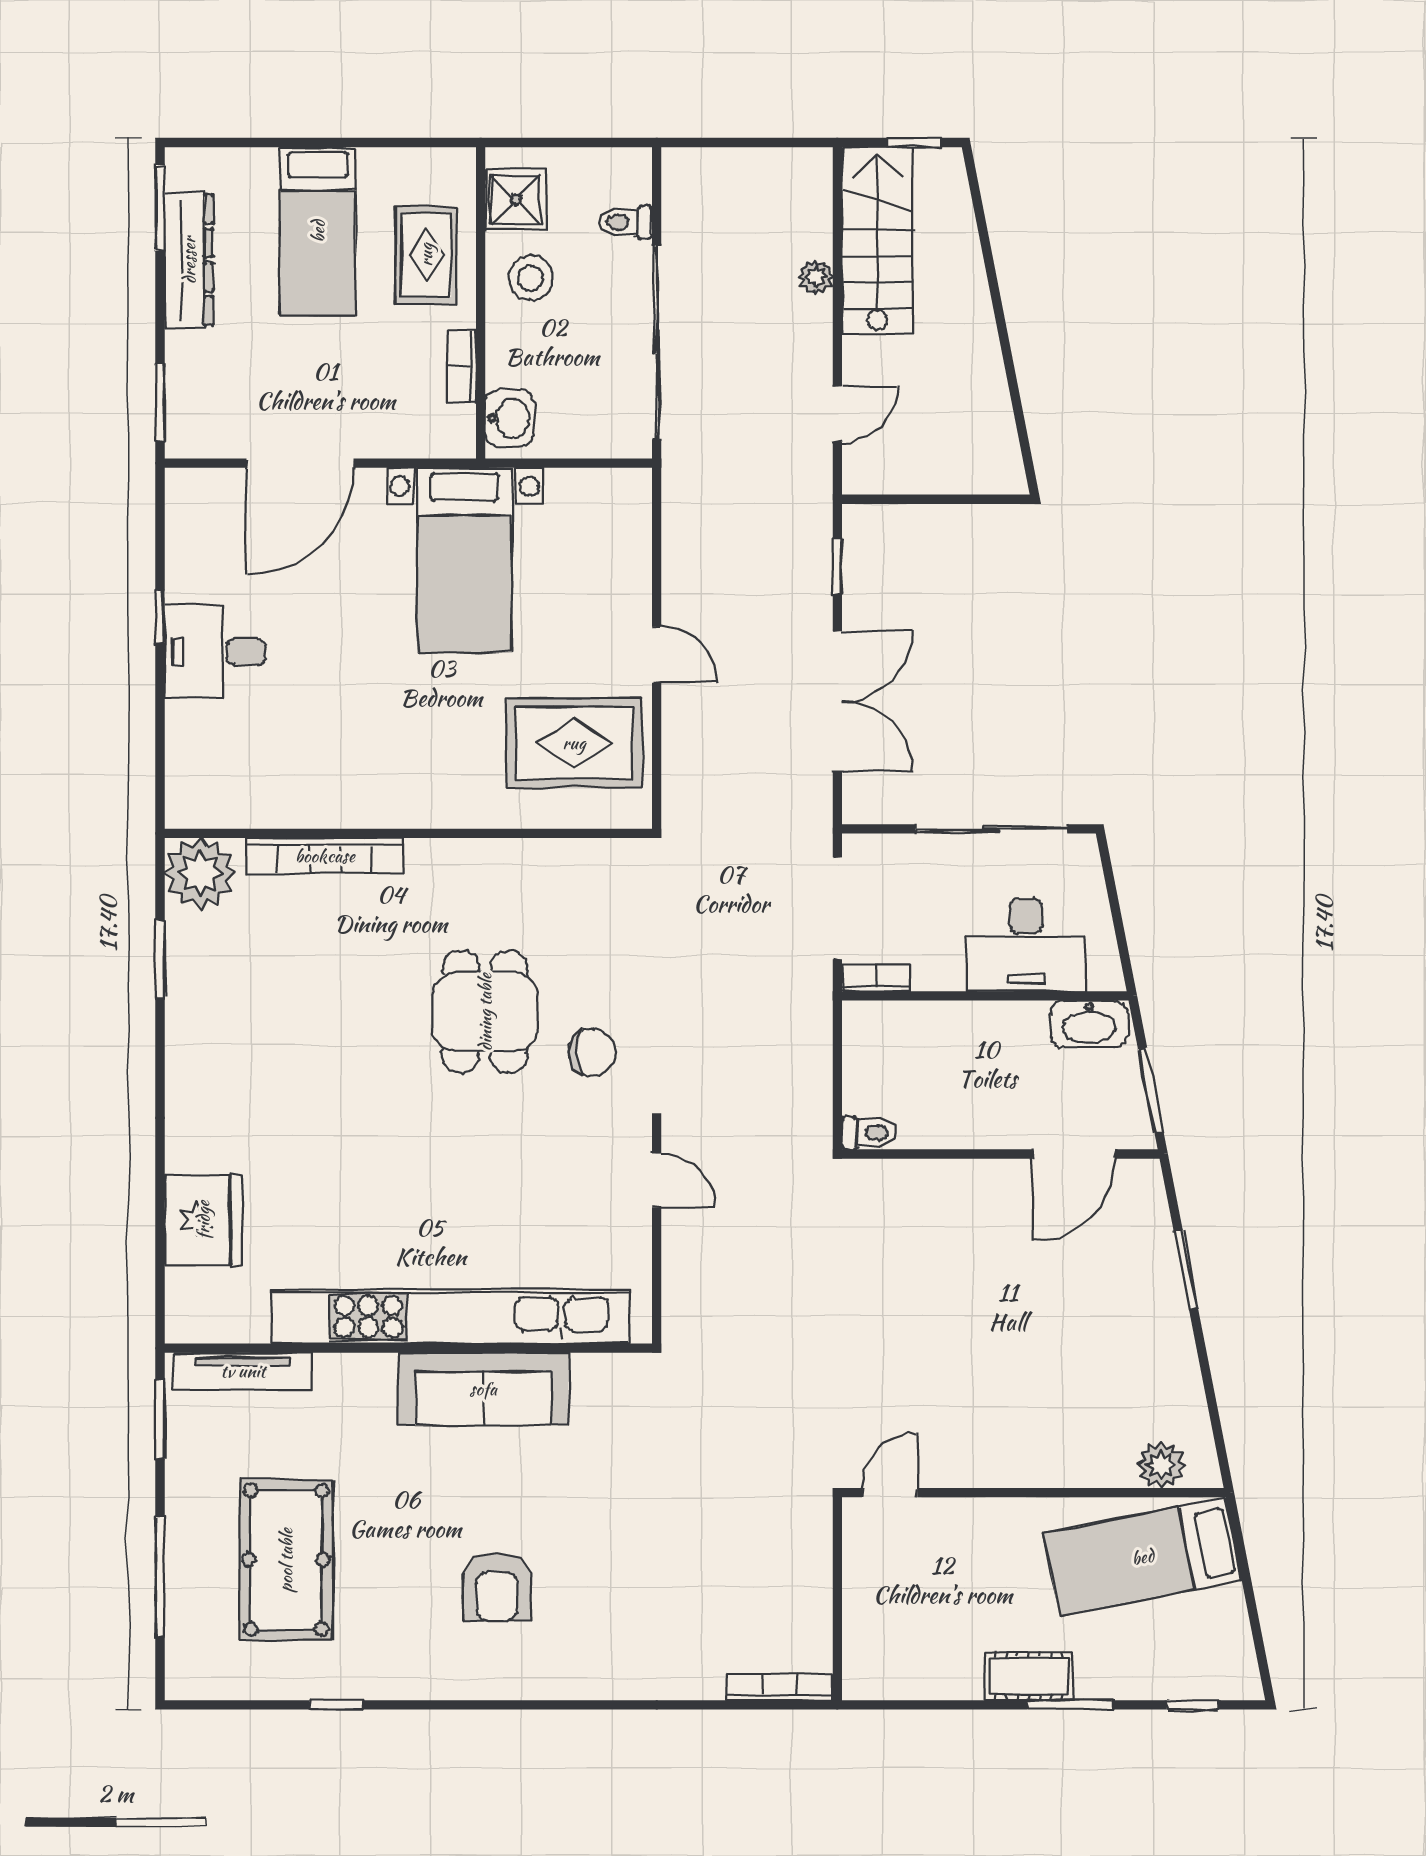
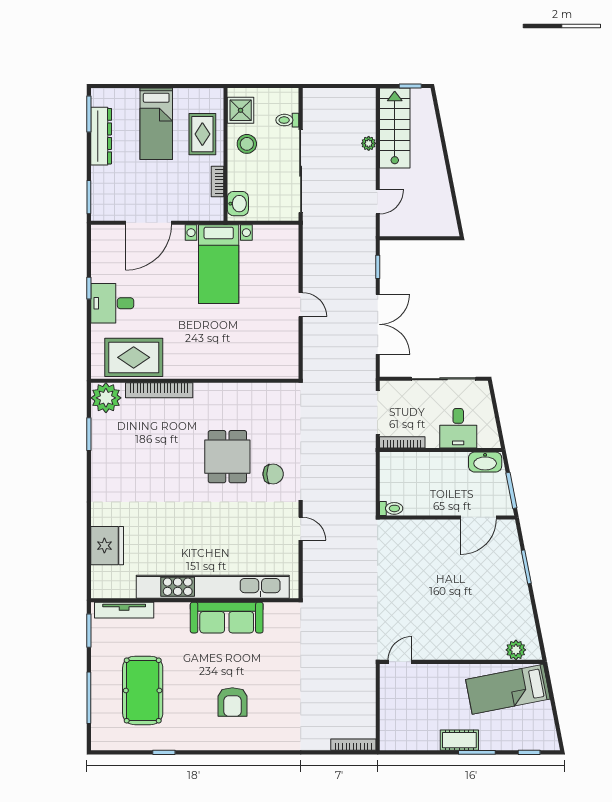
rug: (574, 743) -> (134, 357), moved
desk: (1026, 945) -> (458, 428), width x0.73
bookcase: (876, 978) -> (402, 442), width x1.56

